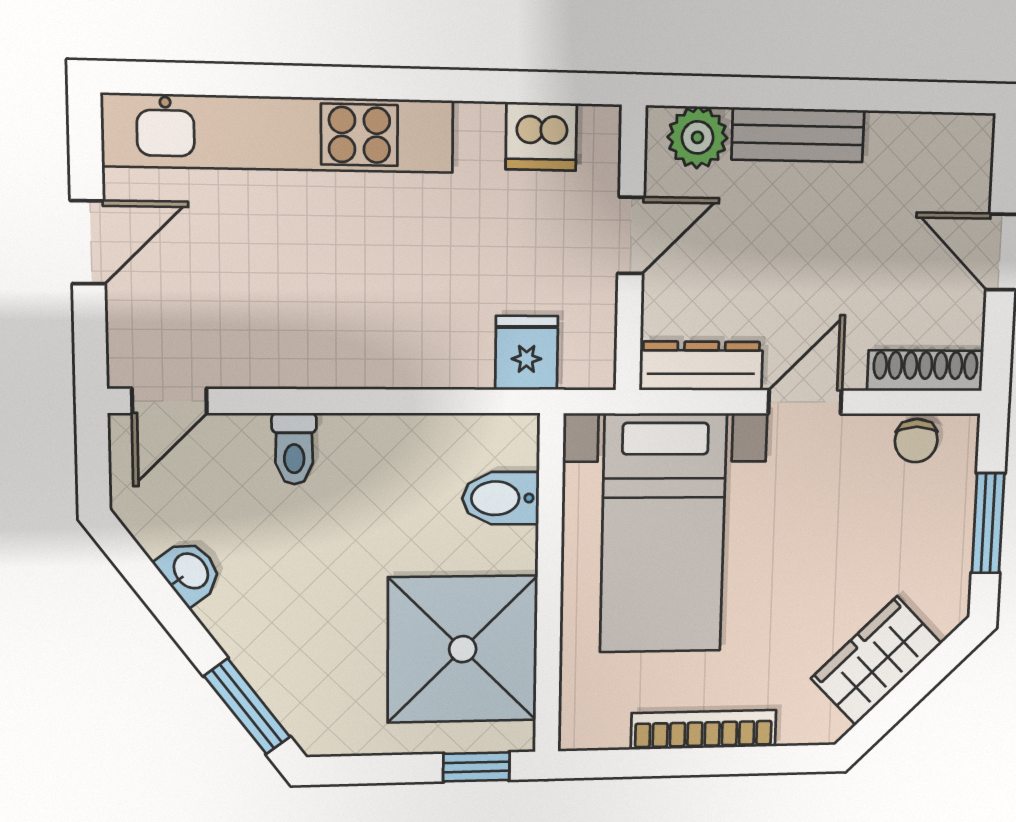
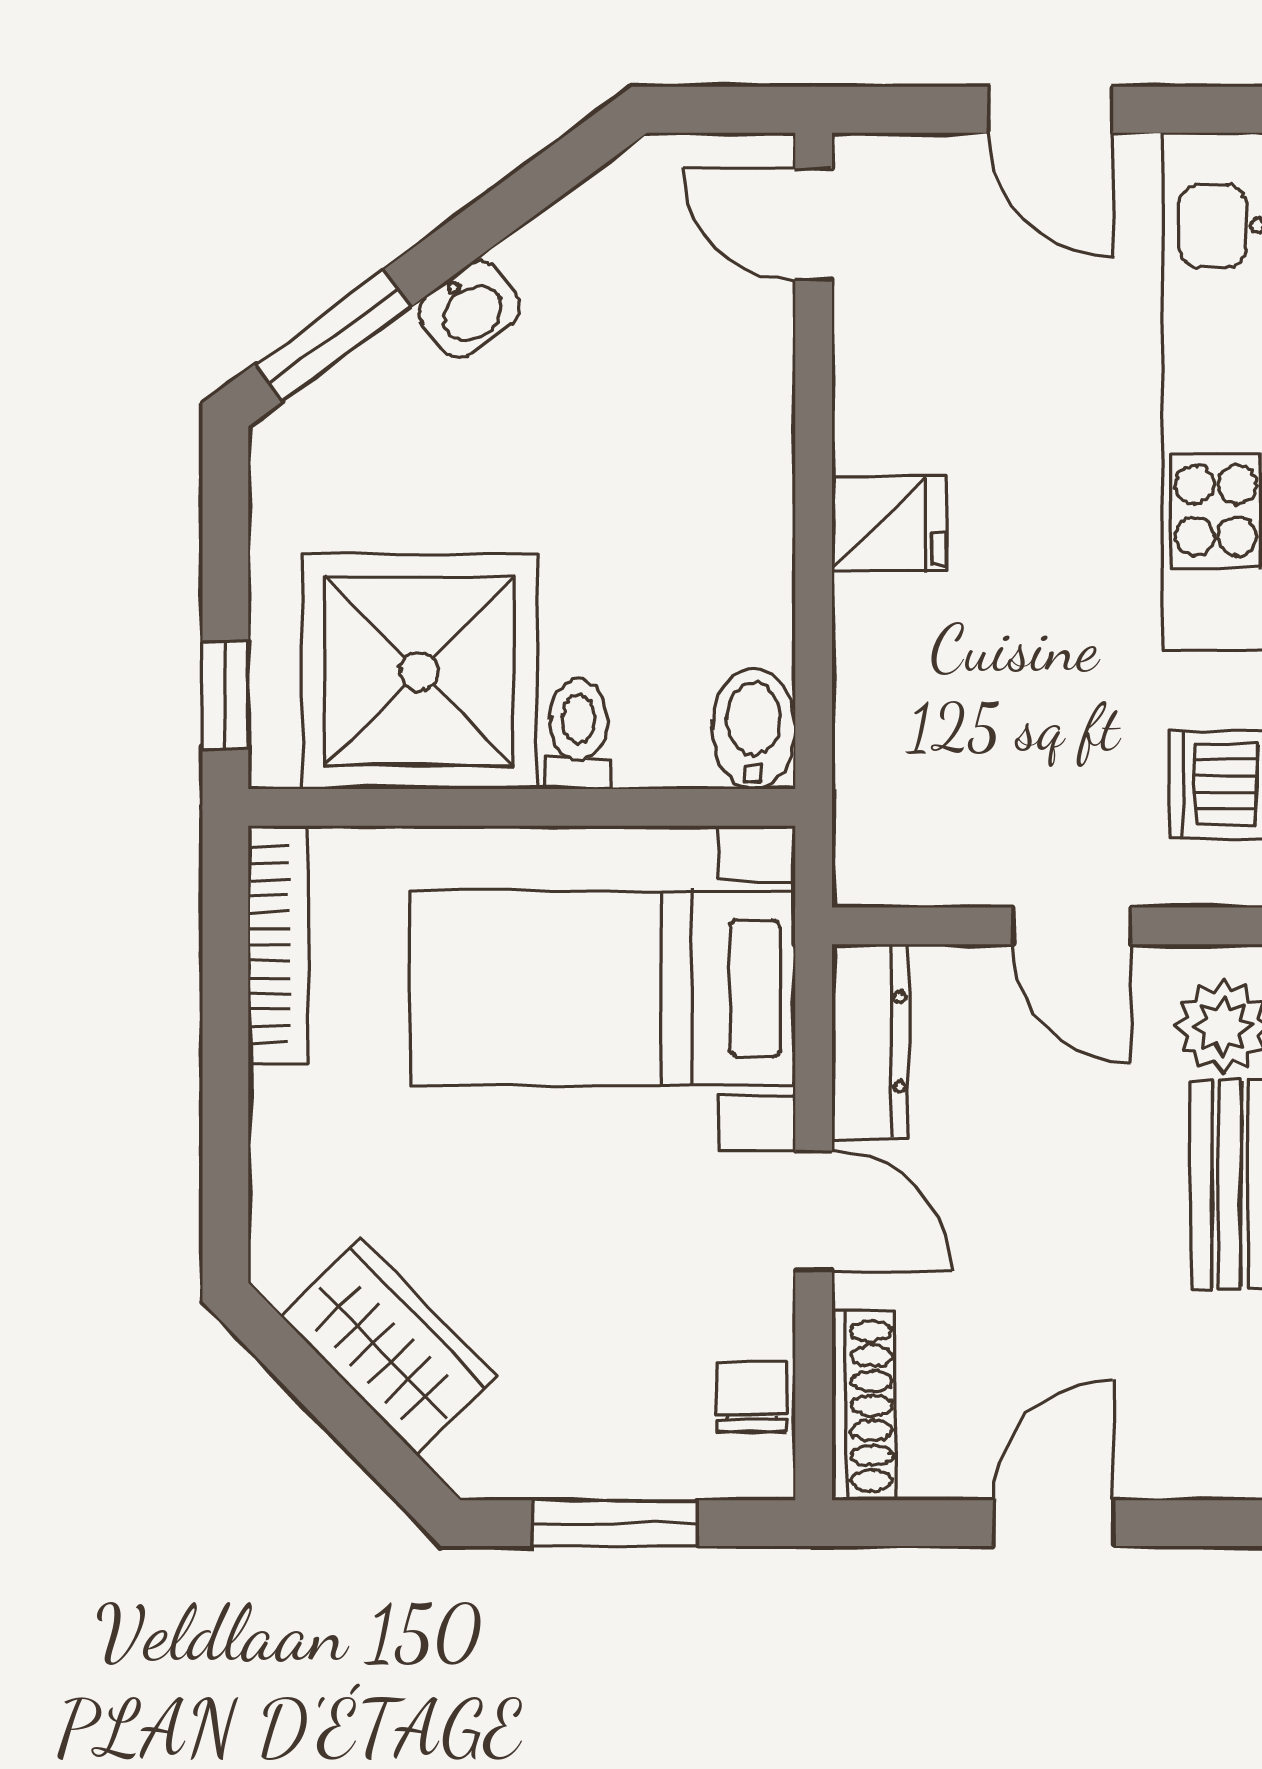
fridge: (527, 353) -> (889, 524), moved
chair: (916, 441) -> (751, 1396), turned 90
toilet: (294, 449) -> (578, 734), moved, turned 90
bidet: (501, 498) -> (754, 729), moved
washbasin: (190, 572) -> (469, 309), moved
bookcase: (704, 730) -> (279, 944), moved

